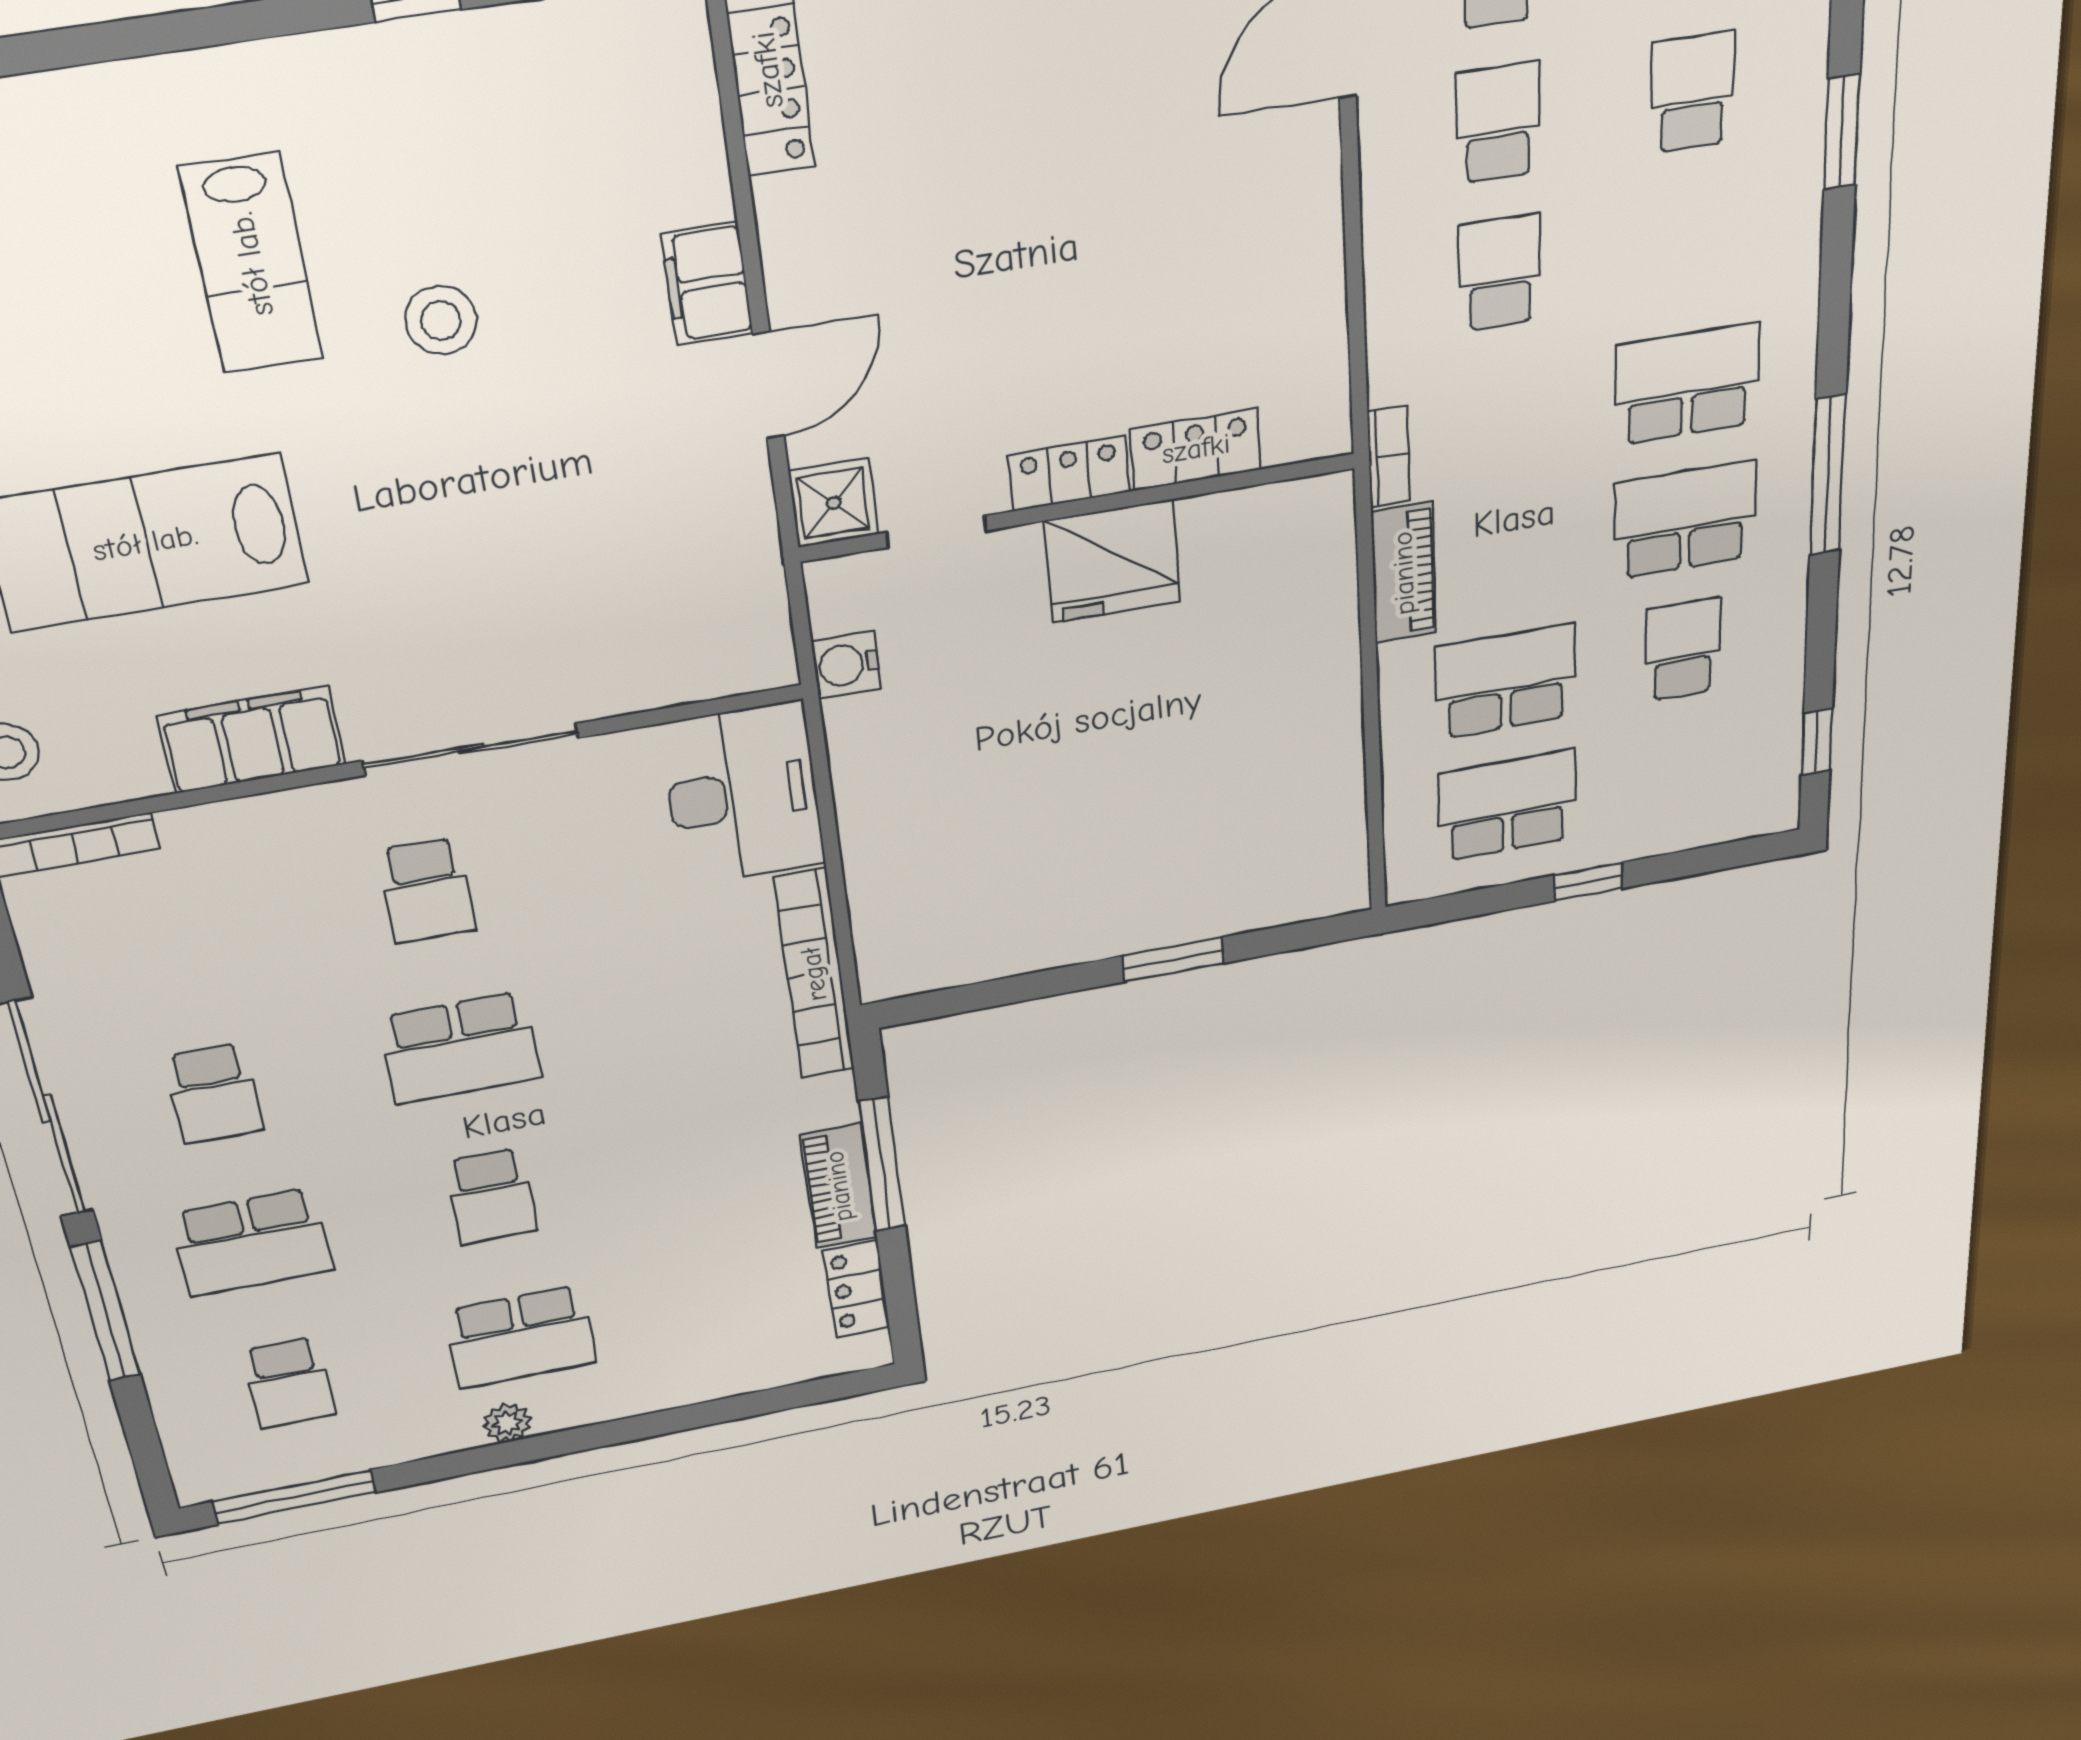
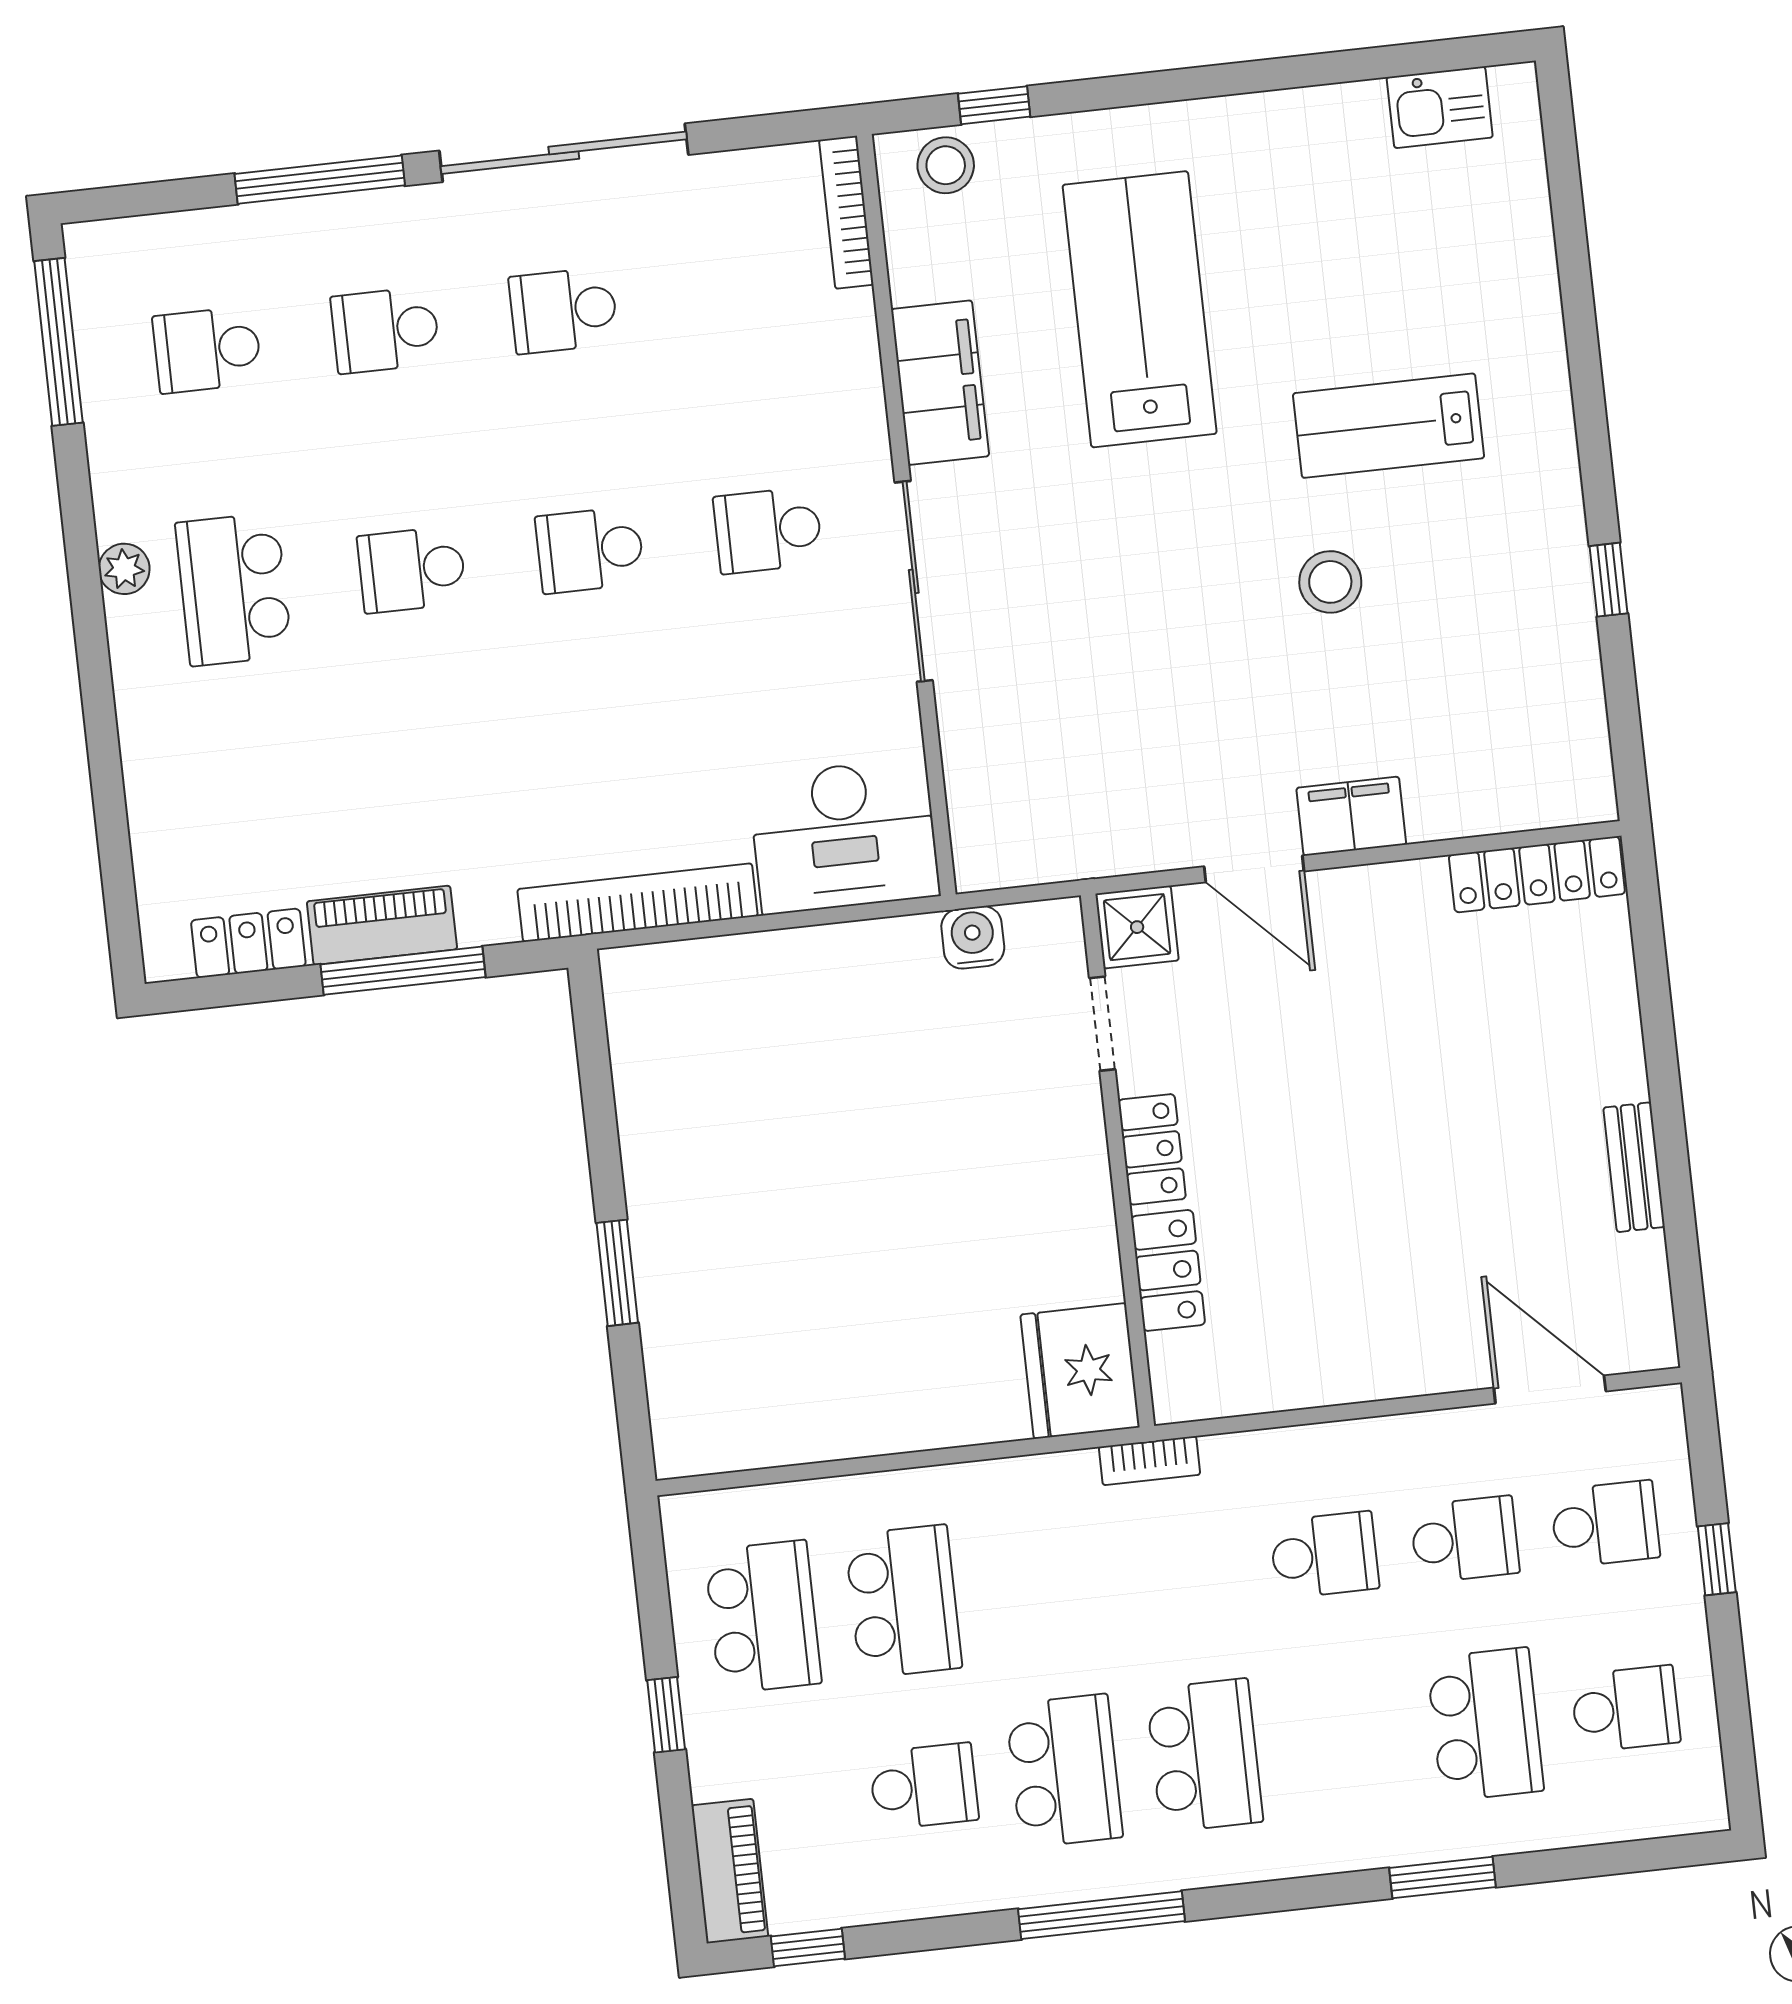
school desk: (1692, 92) -> (1485, 1724), width x1.85
fridge: (1113, 561) -> (1080, 1371), moved
piano: (1404, 573) -> (730, 1871), moved, turned -90
school desk: (460, 1048) -> (590, 550), width x0.54
school desk: (252, 1242) -> (385, 330), width x0.54

